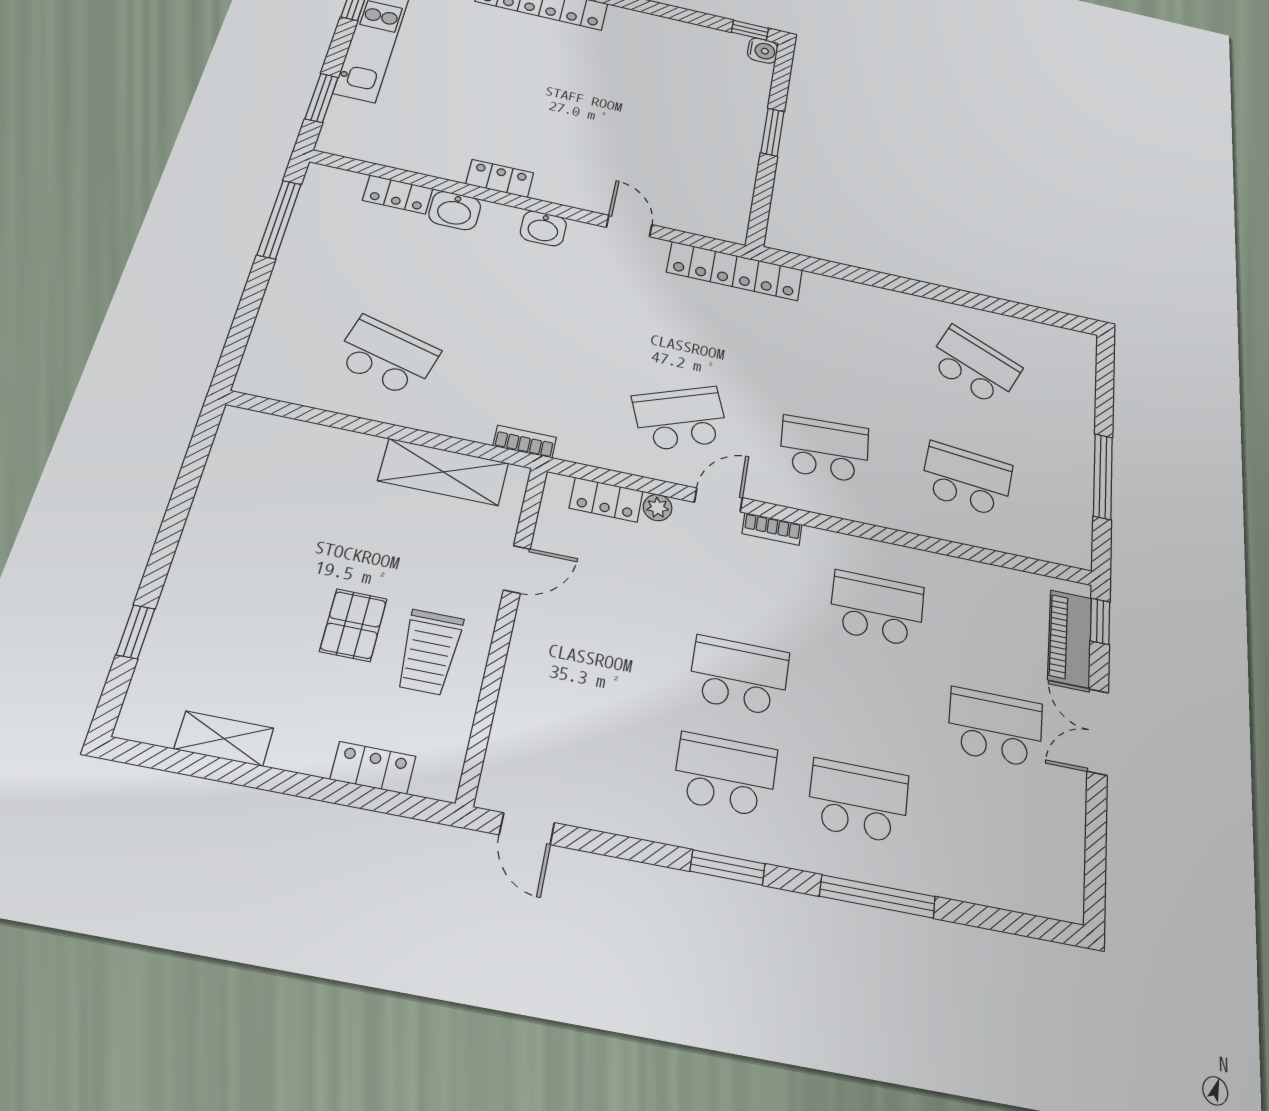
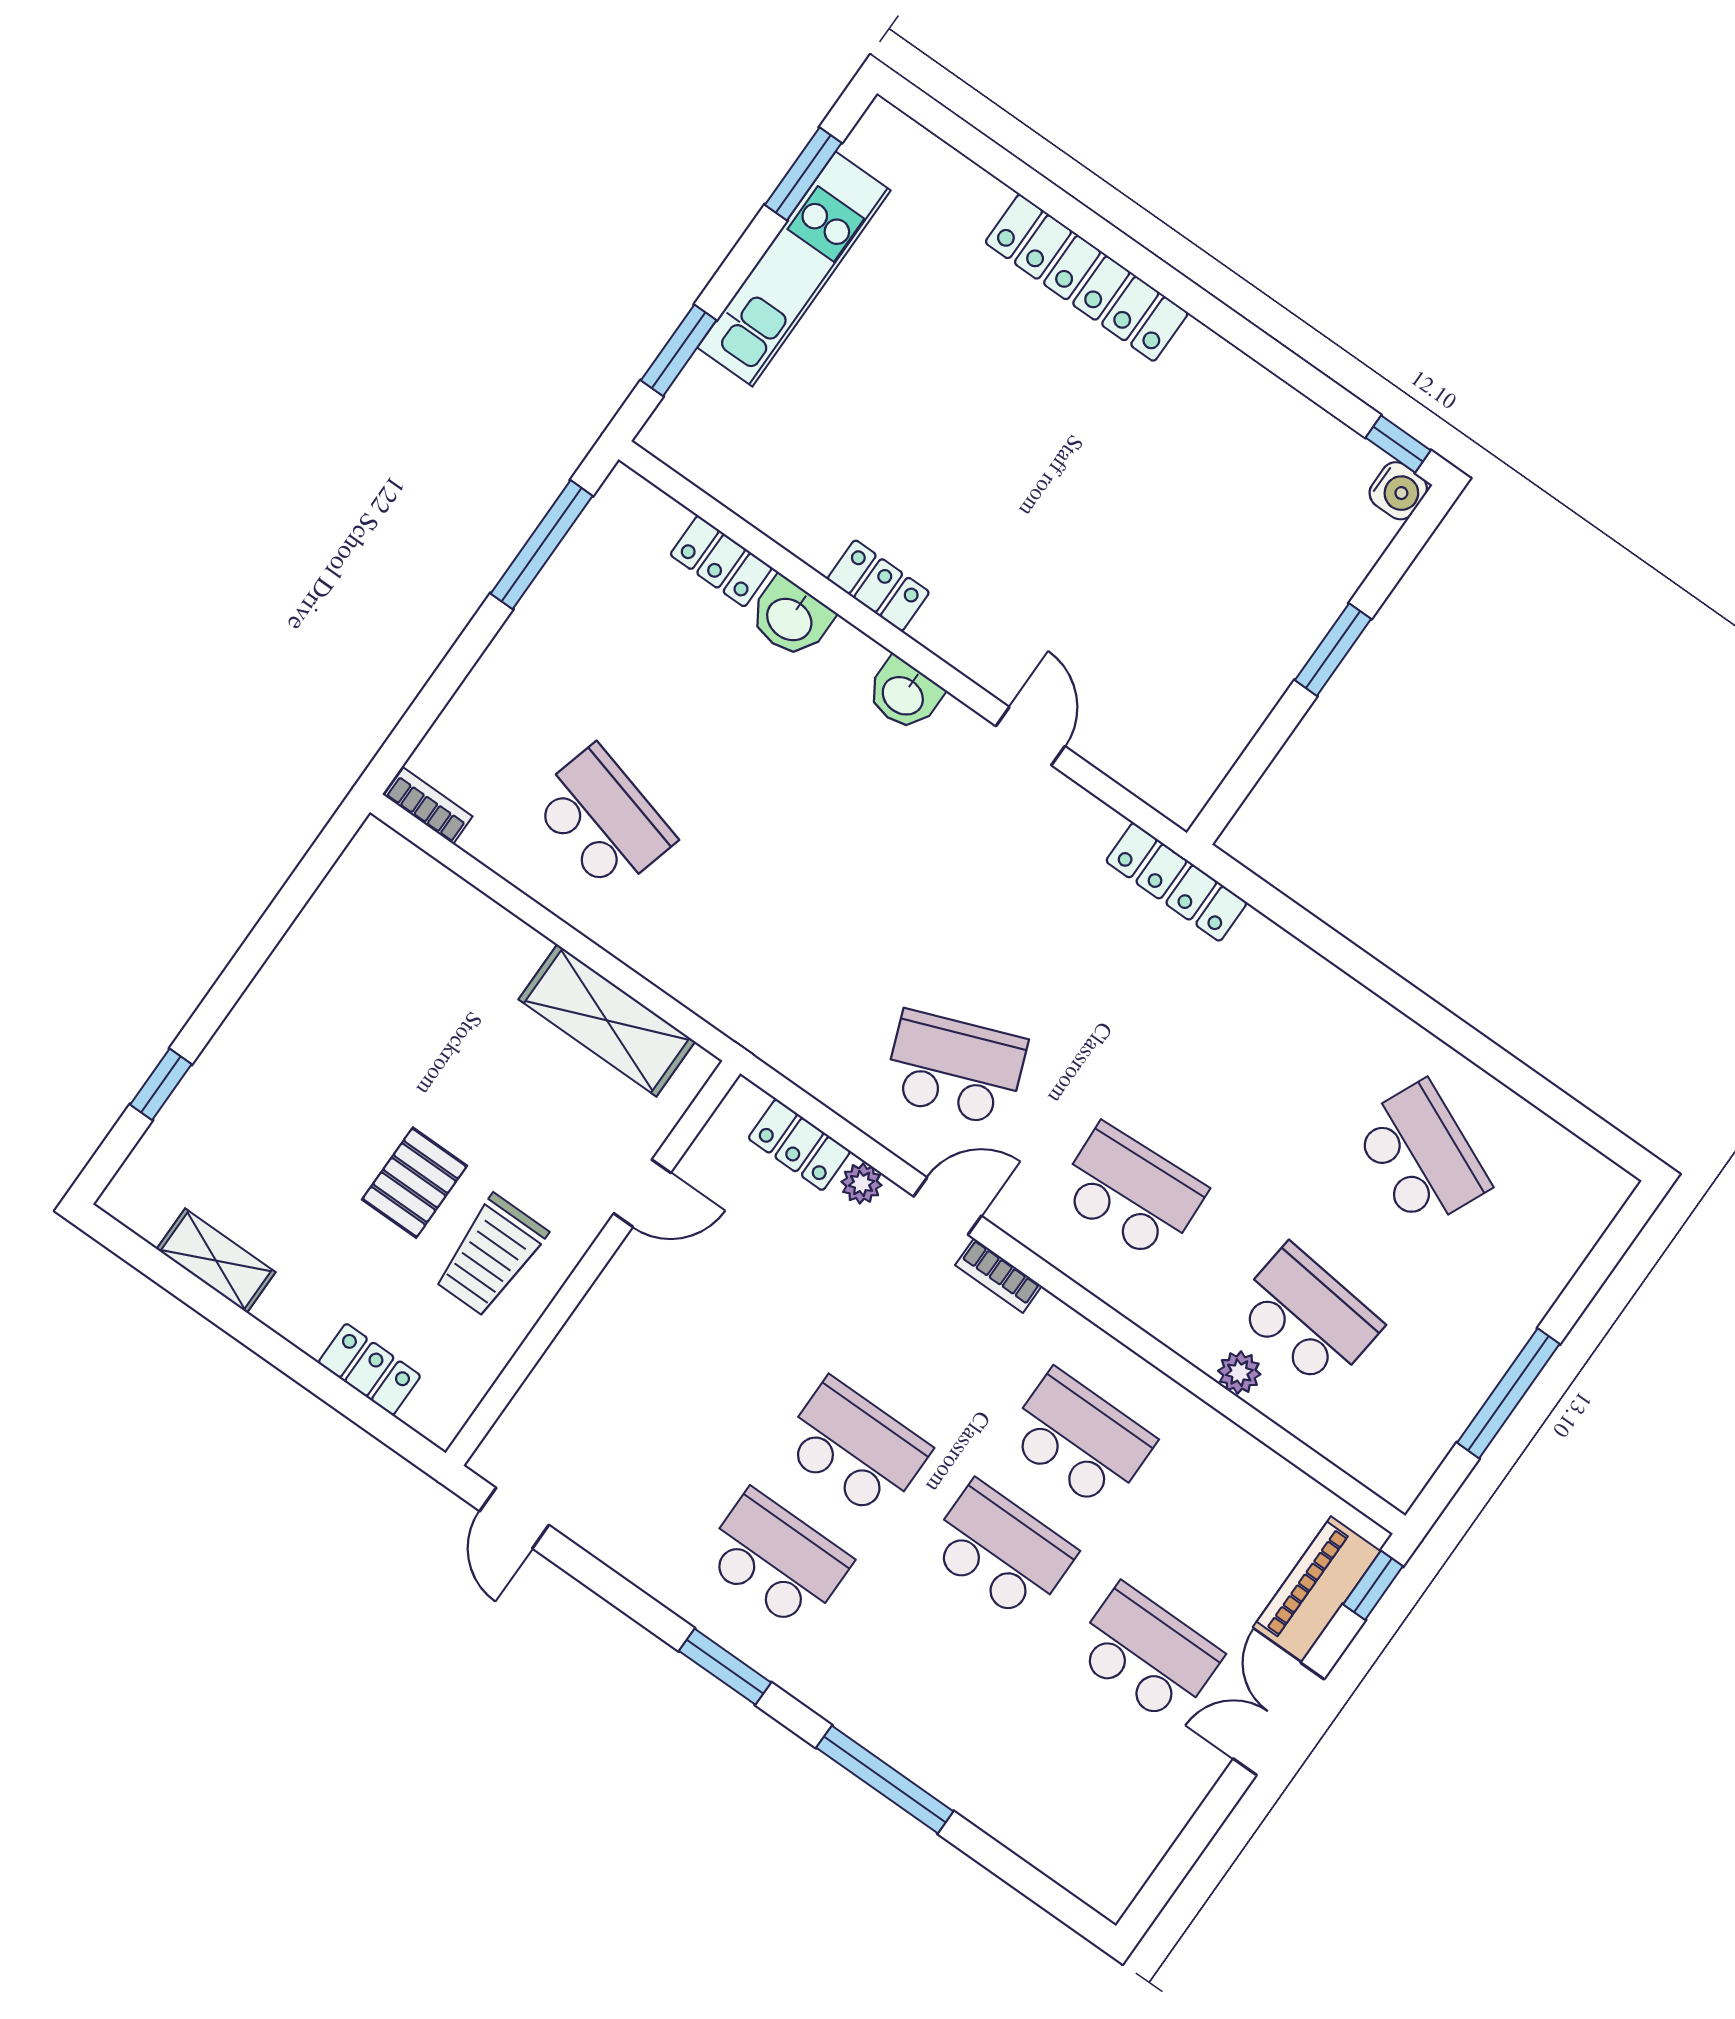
locker: (735, 271) -> (1176, 882), width x0.71, depth x0.83
bookcase: (525, 442) -> (428, 806), moved
plant: (947, 528) -> (1239, 1373), added
school desk: (858, 801) -> (1001, 1551), moved

